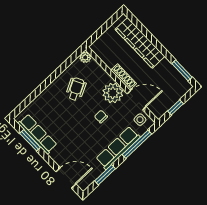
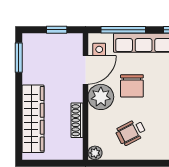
shoe rack: (124, 77) -> (77, 120), moved
door: (137, 100) -> (85, 70), swing flipped
chair: (101, 117) -> (132, 86), width x1.87, depth x1.87

